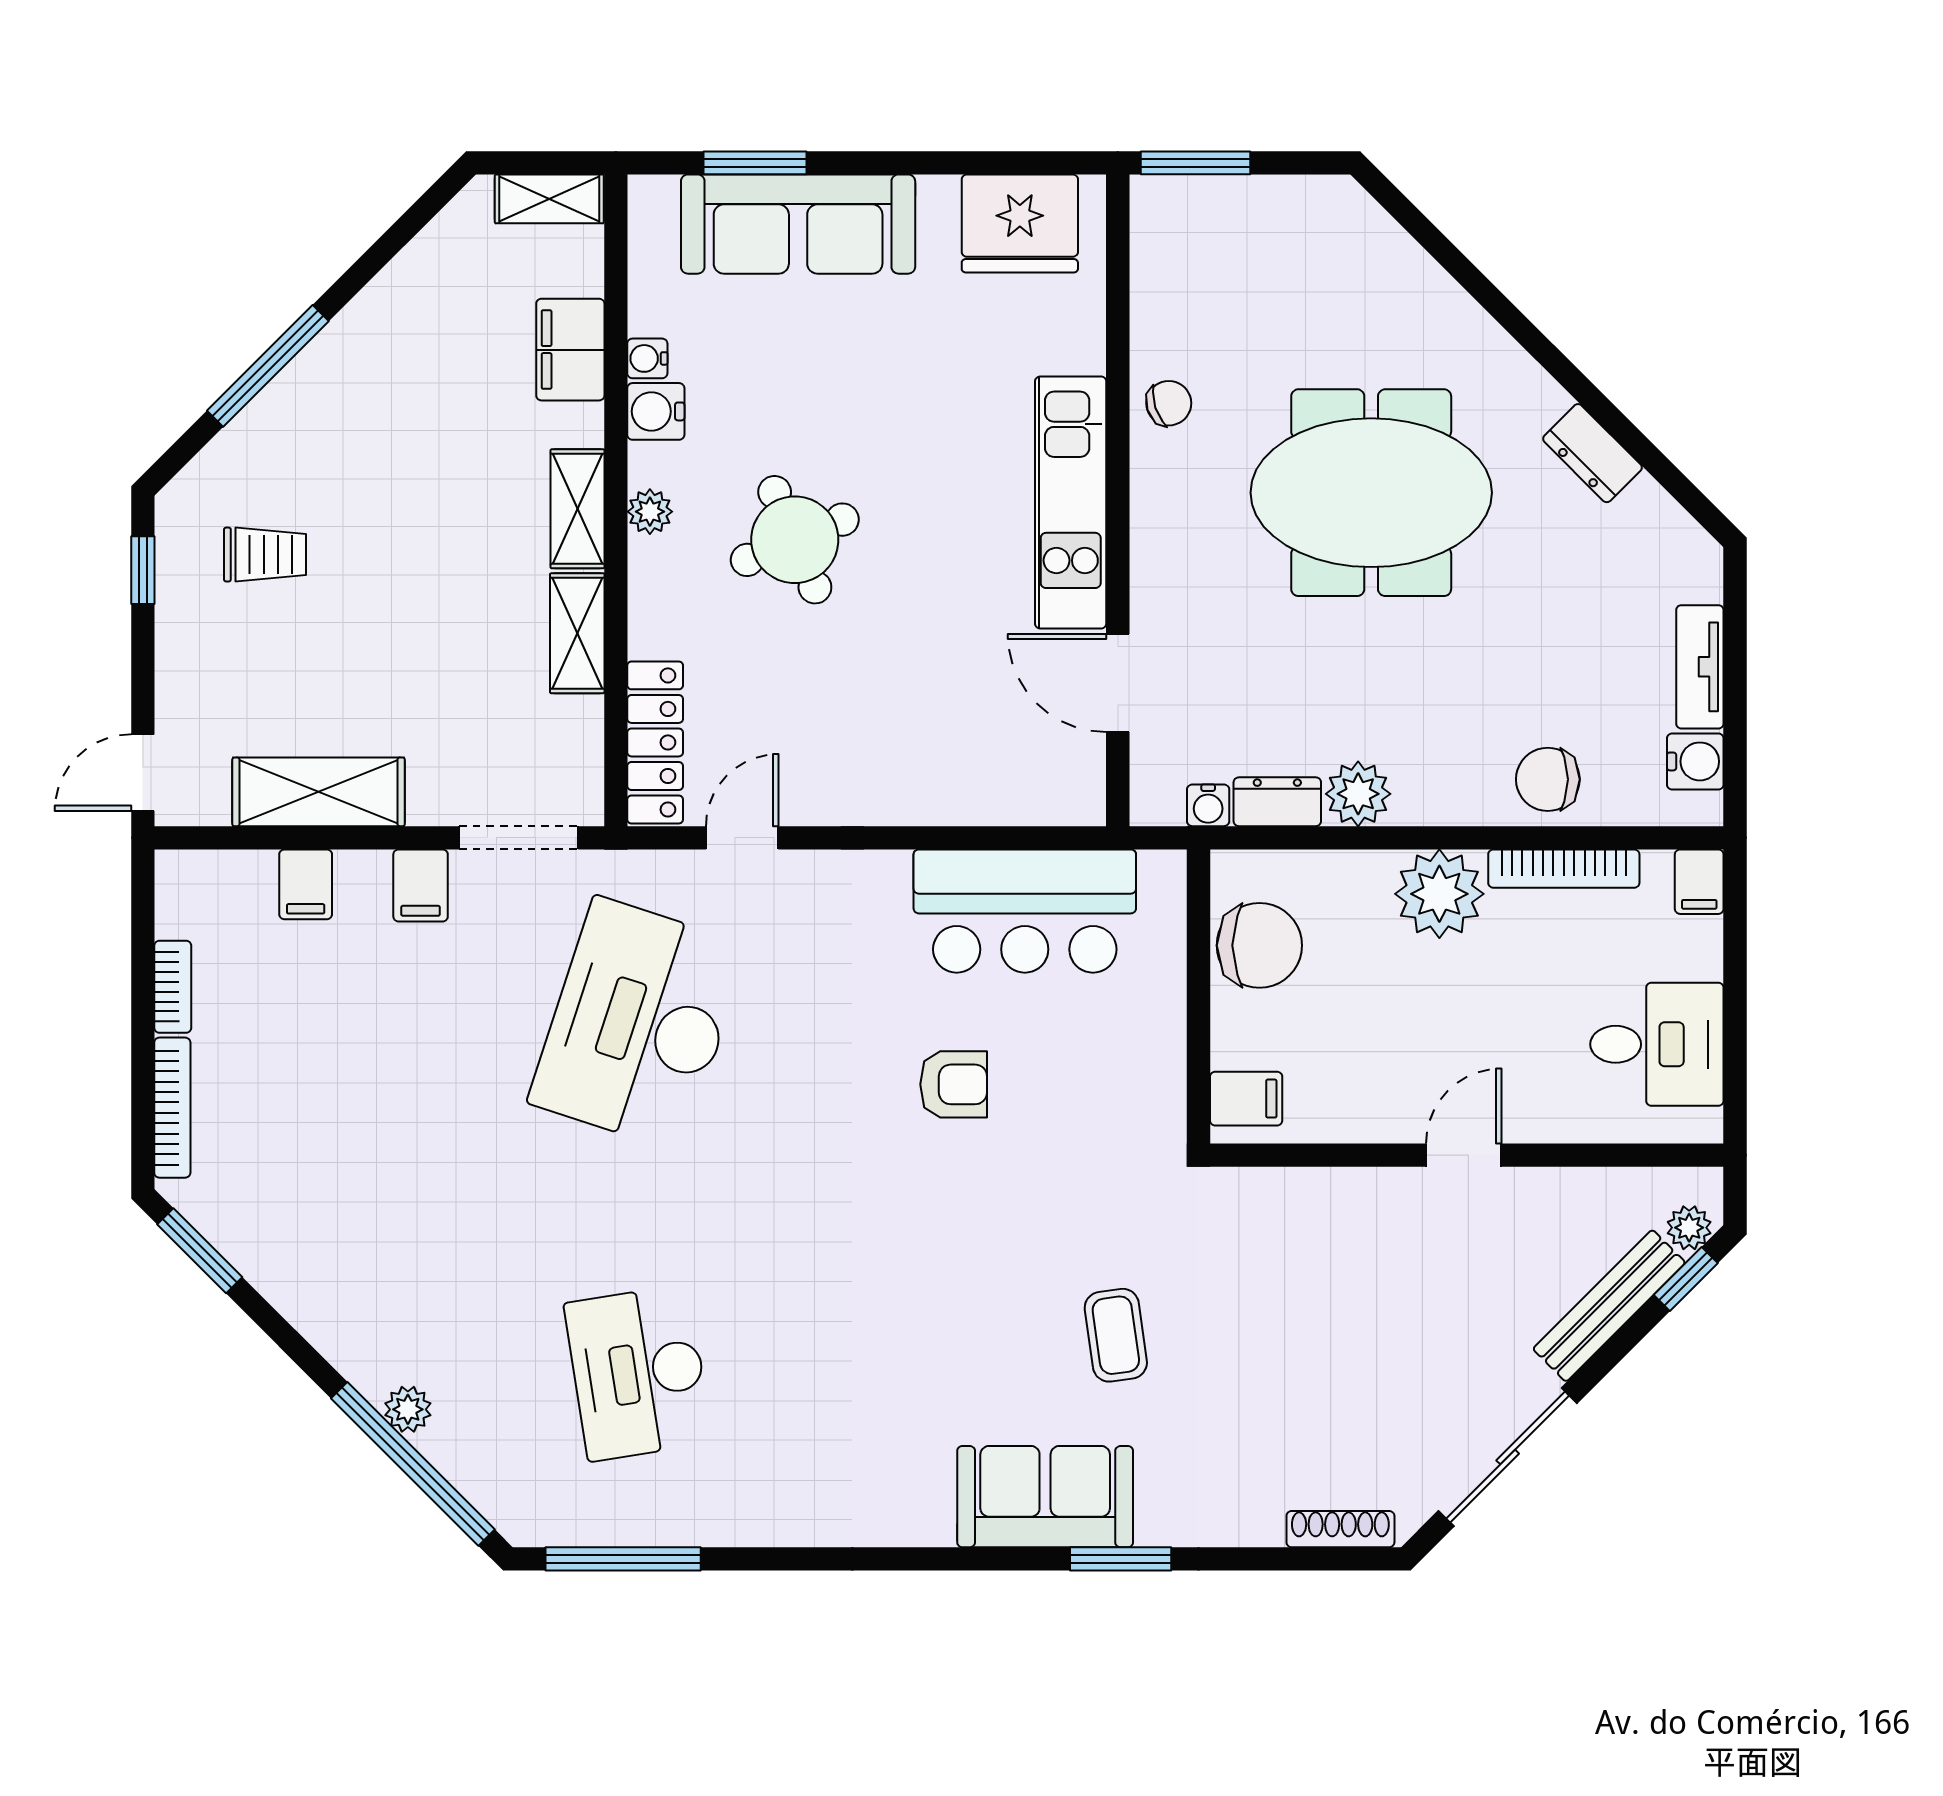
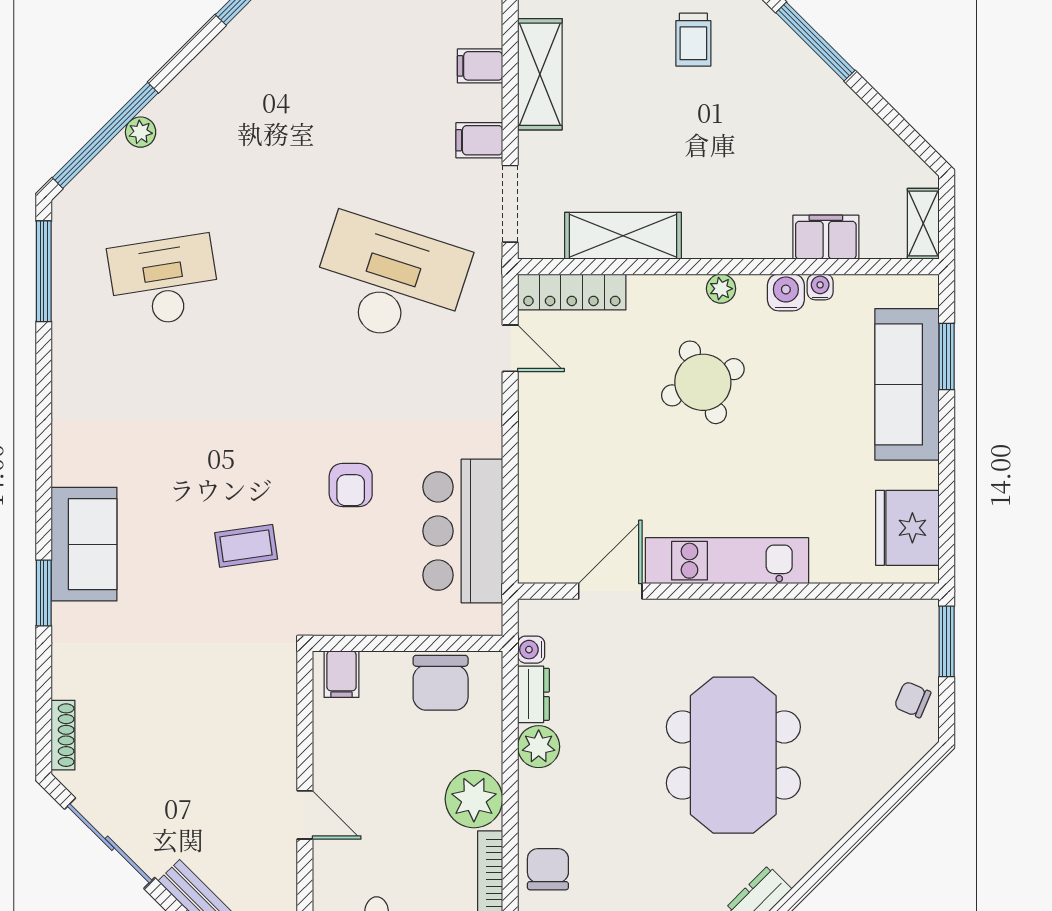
chair: (1169, 403) -> (913, 700), moved, turned 131
shelving: (577, 509) -> (723, 242), removed
shelving: (577, 633) -> (623, 236), width x1.50, depth x1.33
coffee table: (1116, 1335) -> (246, 546), moved

